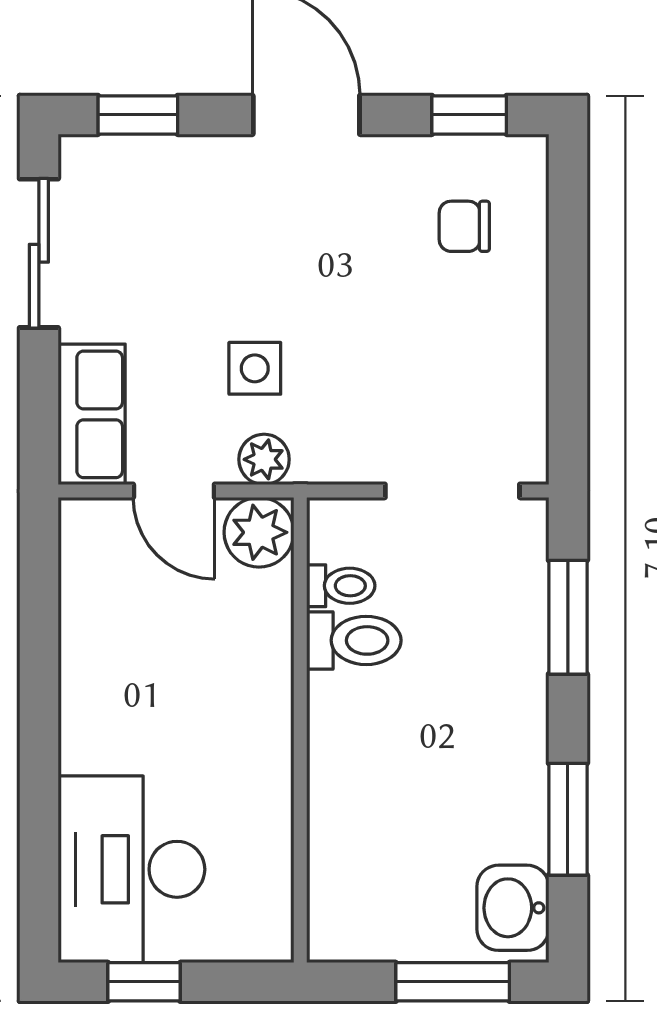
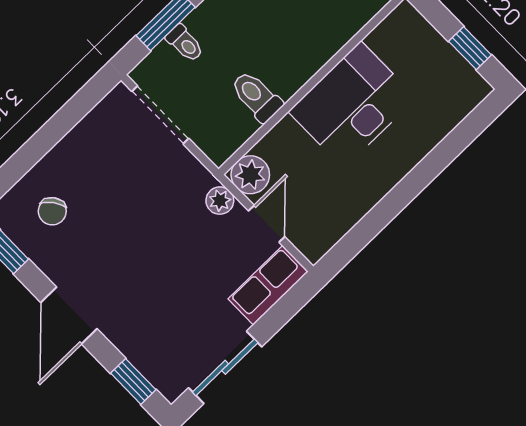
chair: (464, 226) -> (52, 211), turned 53
side table: (255, 368) -> (188, 239), removed
toilet: (341, 586) -> (185, 43), moved, turned 180
desk: (131, 869) -> (352, 105), moved, turned 180

